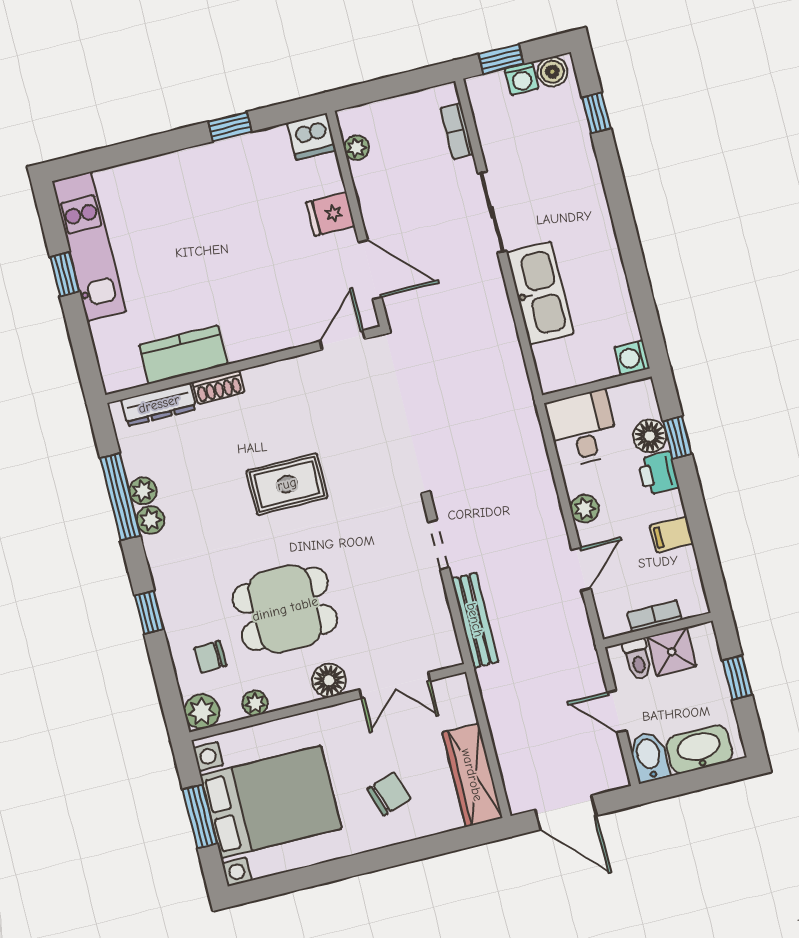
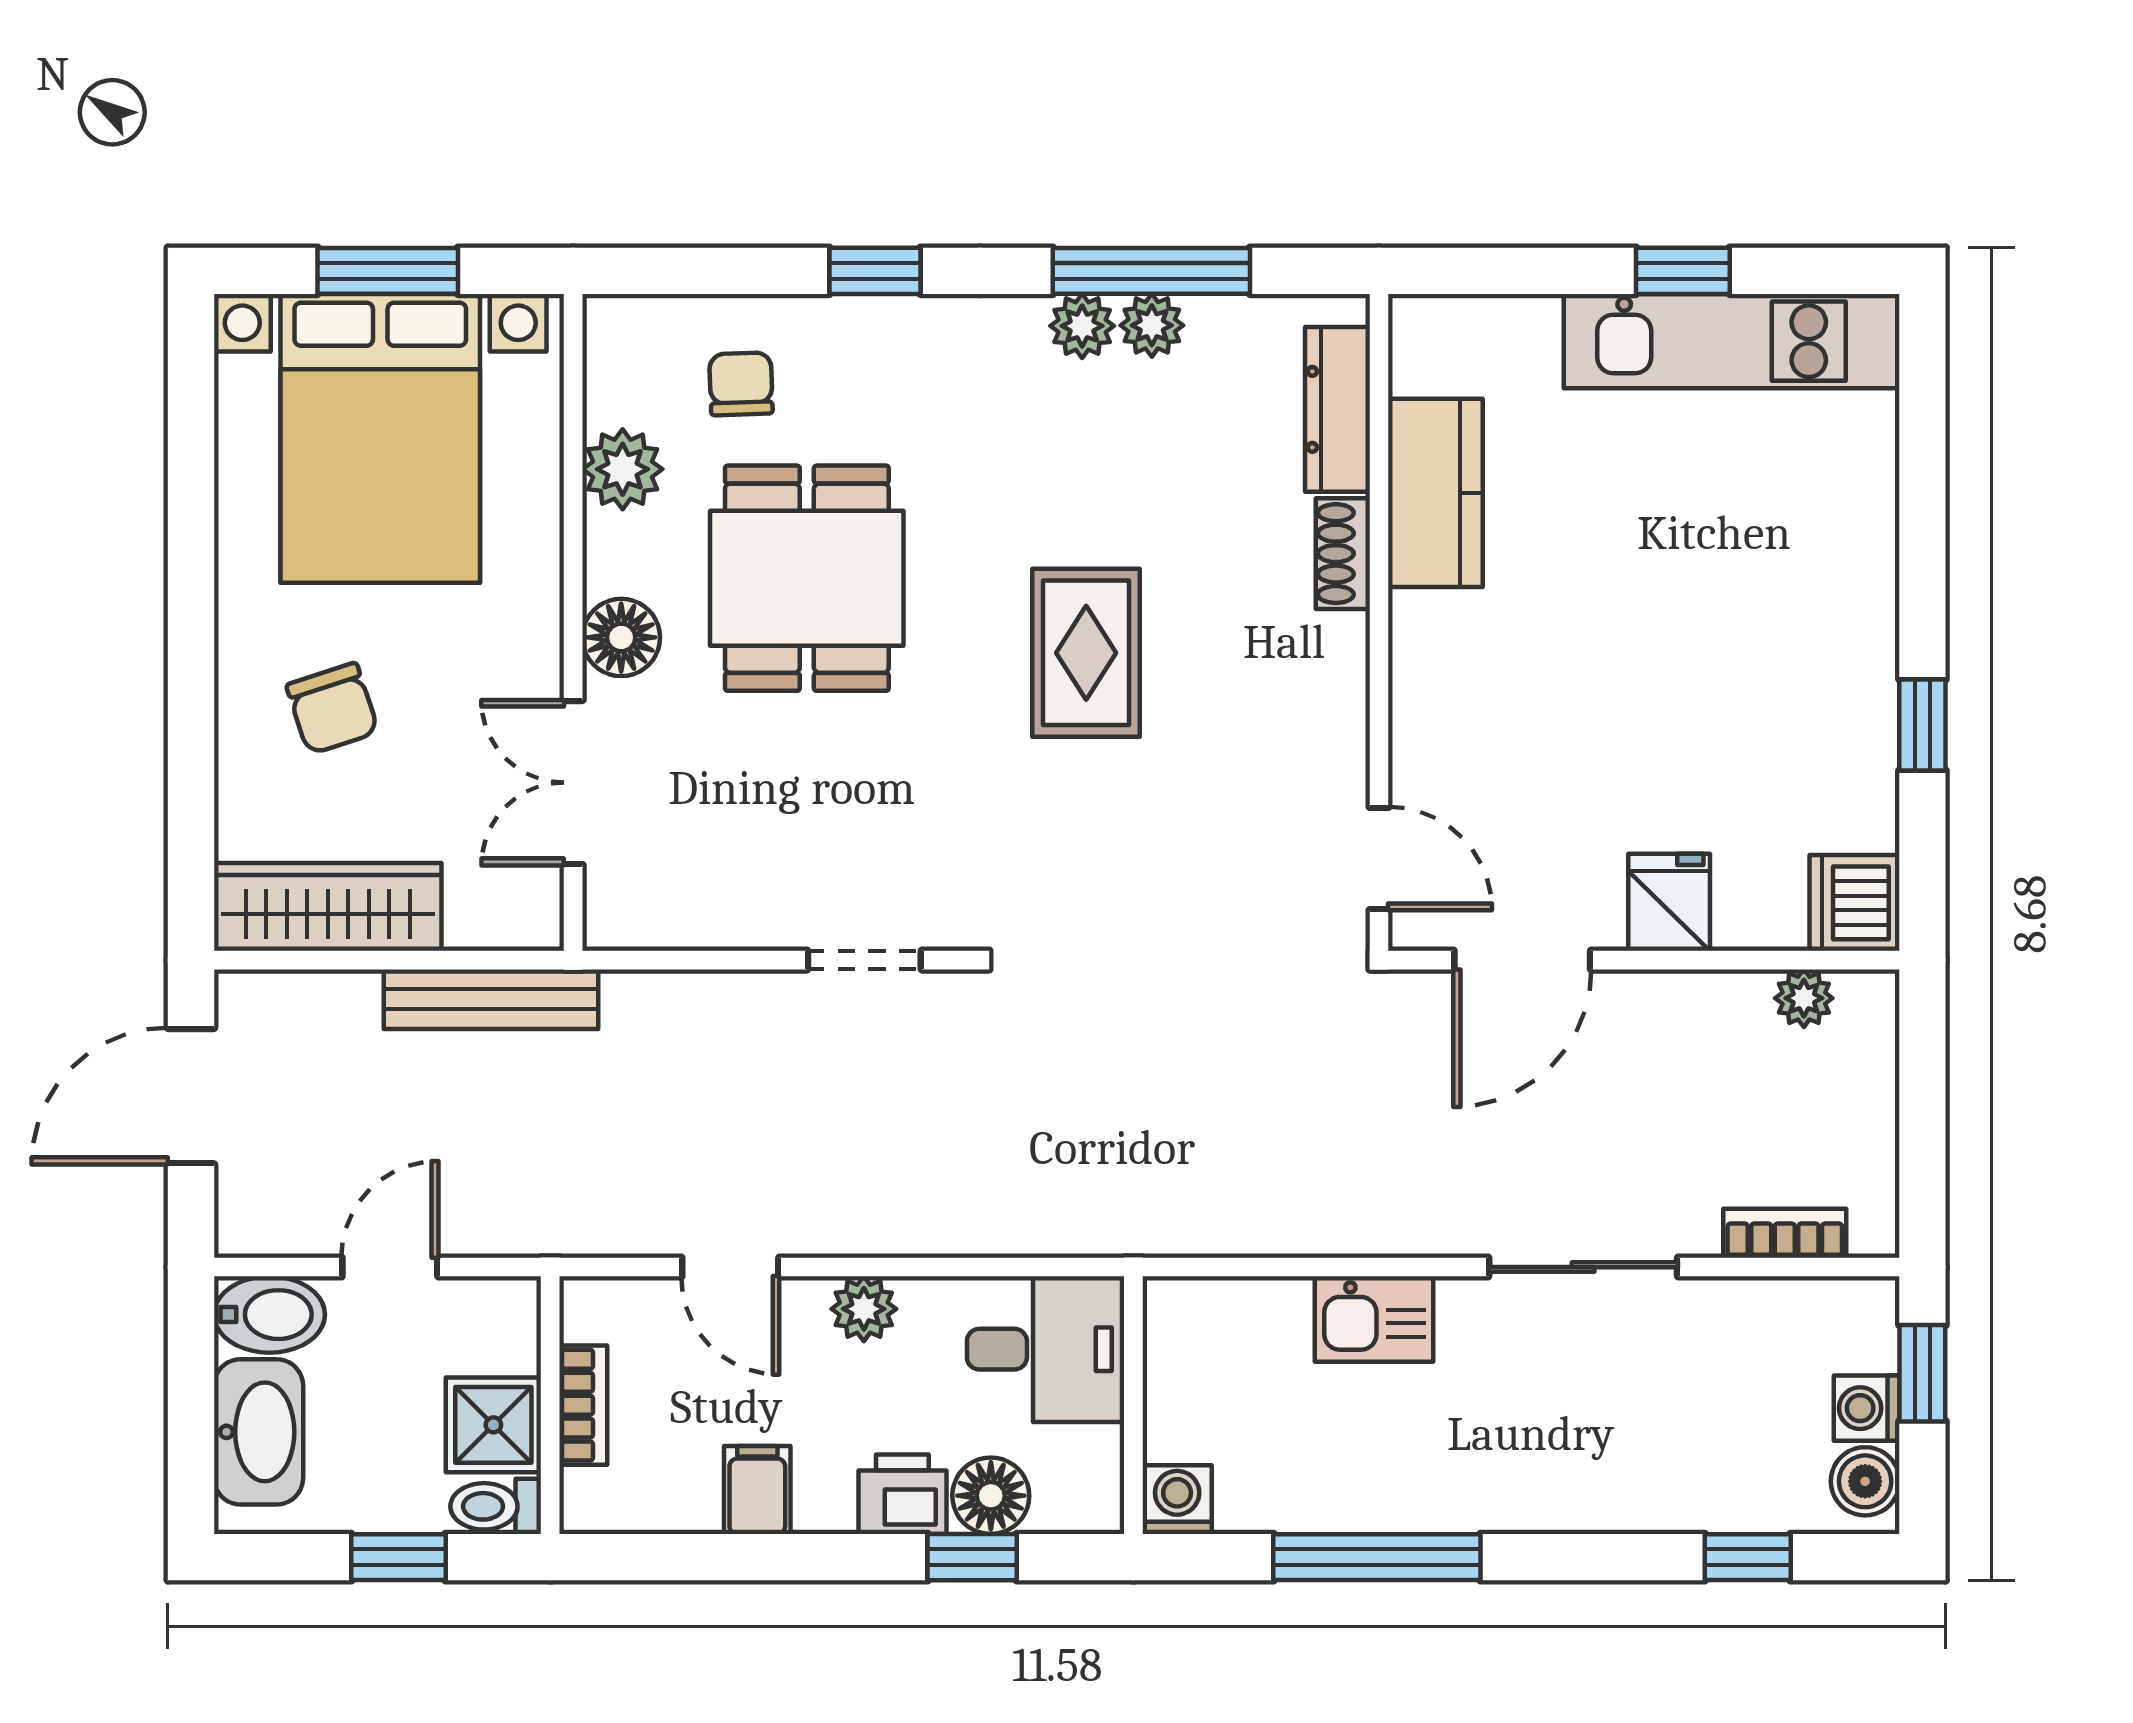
window: (635, 268) -> (1377, 1557), added
kitchen sink: (540, 293) -> (1374, 1319), width x0.53, depth x0.81
bench: (475, 620) -> (491, 999), moved
toilet: (638, 659) -> (496, 1506), moved
plant: (255, 703) -> (623, 469), width x1.38, depth x1.38
plant: (202, 712) -> (622, 334), removed

